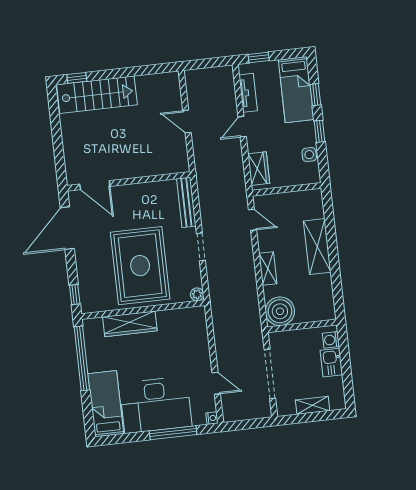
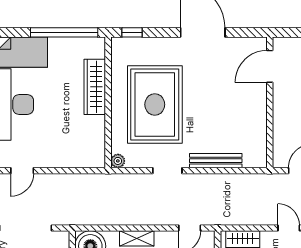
wall: (129, 181) -> (270, 102), moved
door: (95, 185) -> (270, 66), moved
rug: (140, 266) -> (155, 104), turned 90

